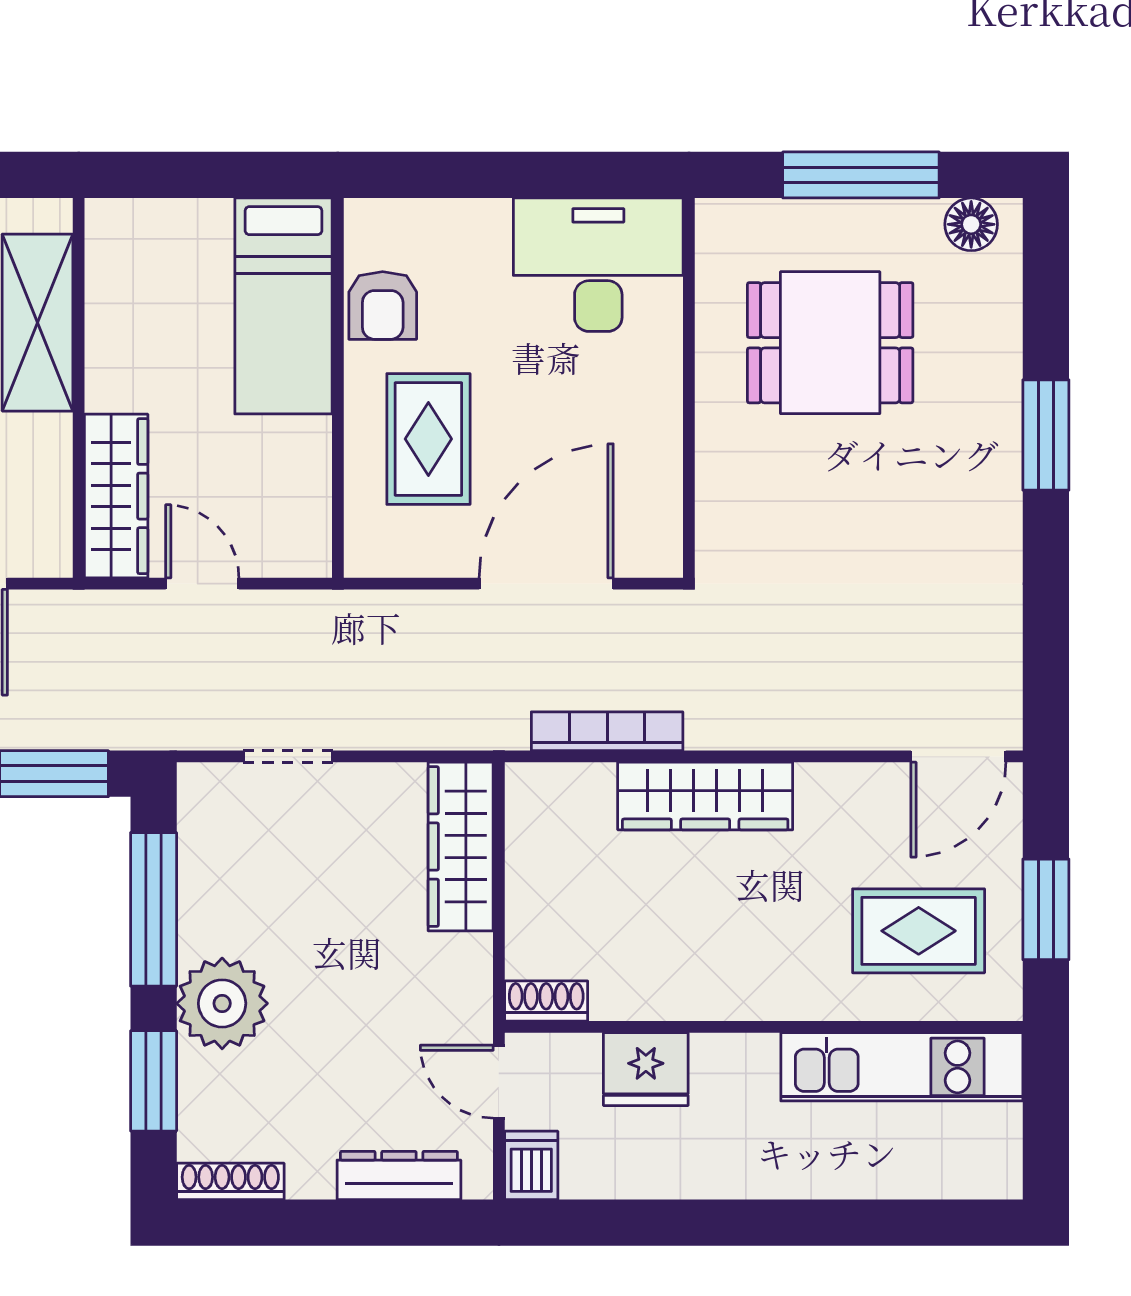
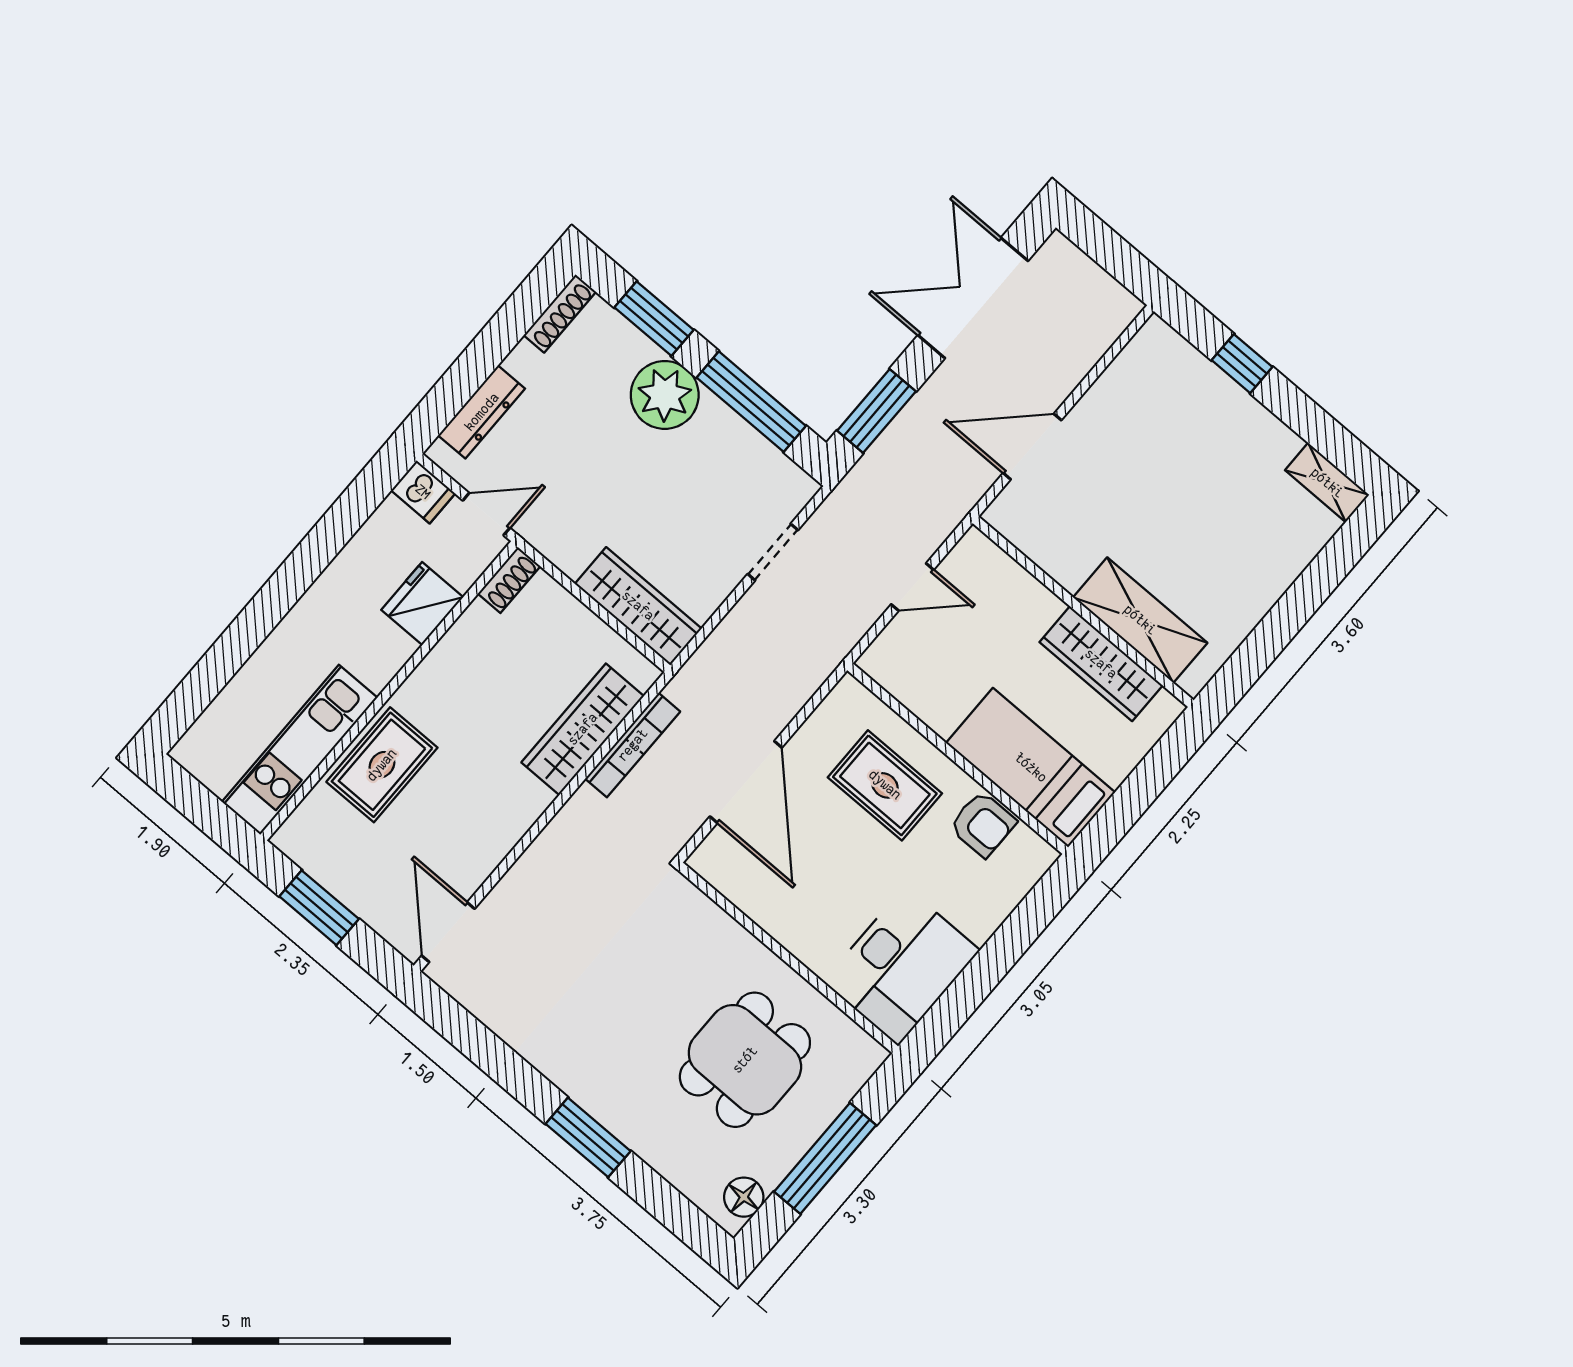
armchair: (383, 305) -> (983, 824), turned 180
wardrobe: (116, 496) -> (1101, 664), moved
wardrobe: (705, 796) -> (583, 729), moved
rug: (919, 931) -> (382, 765), moved

